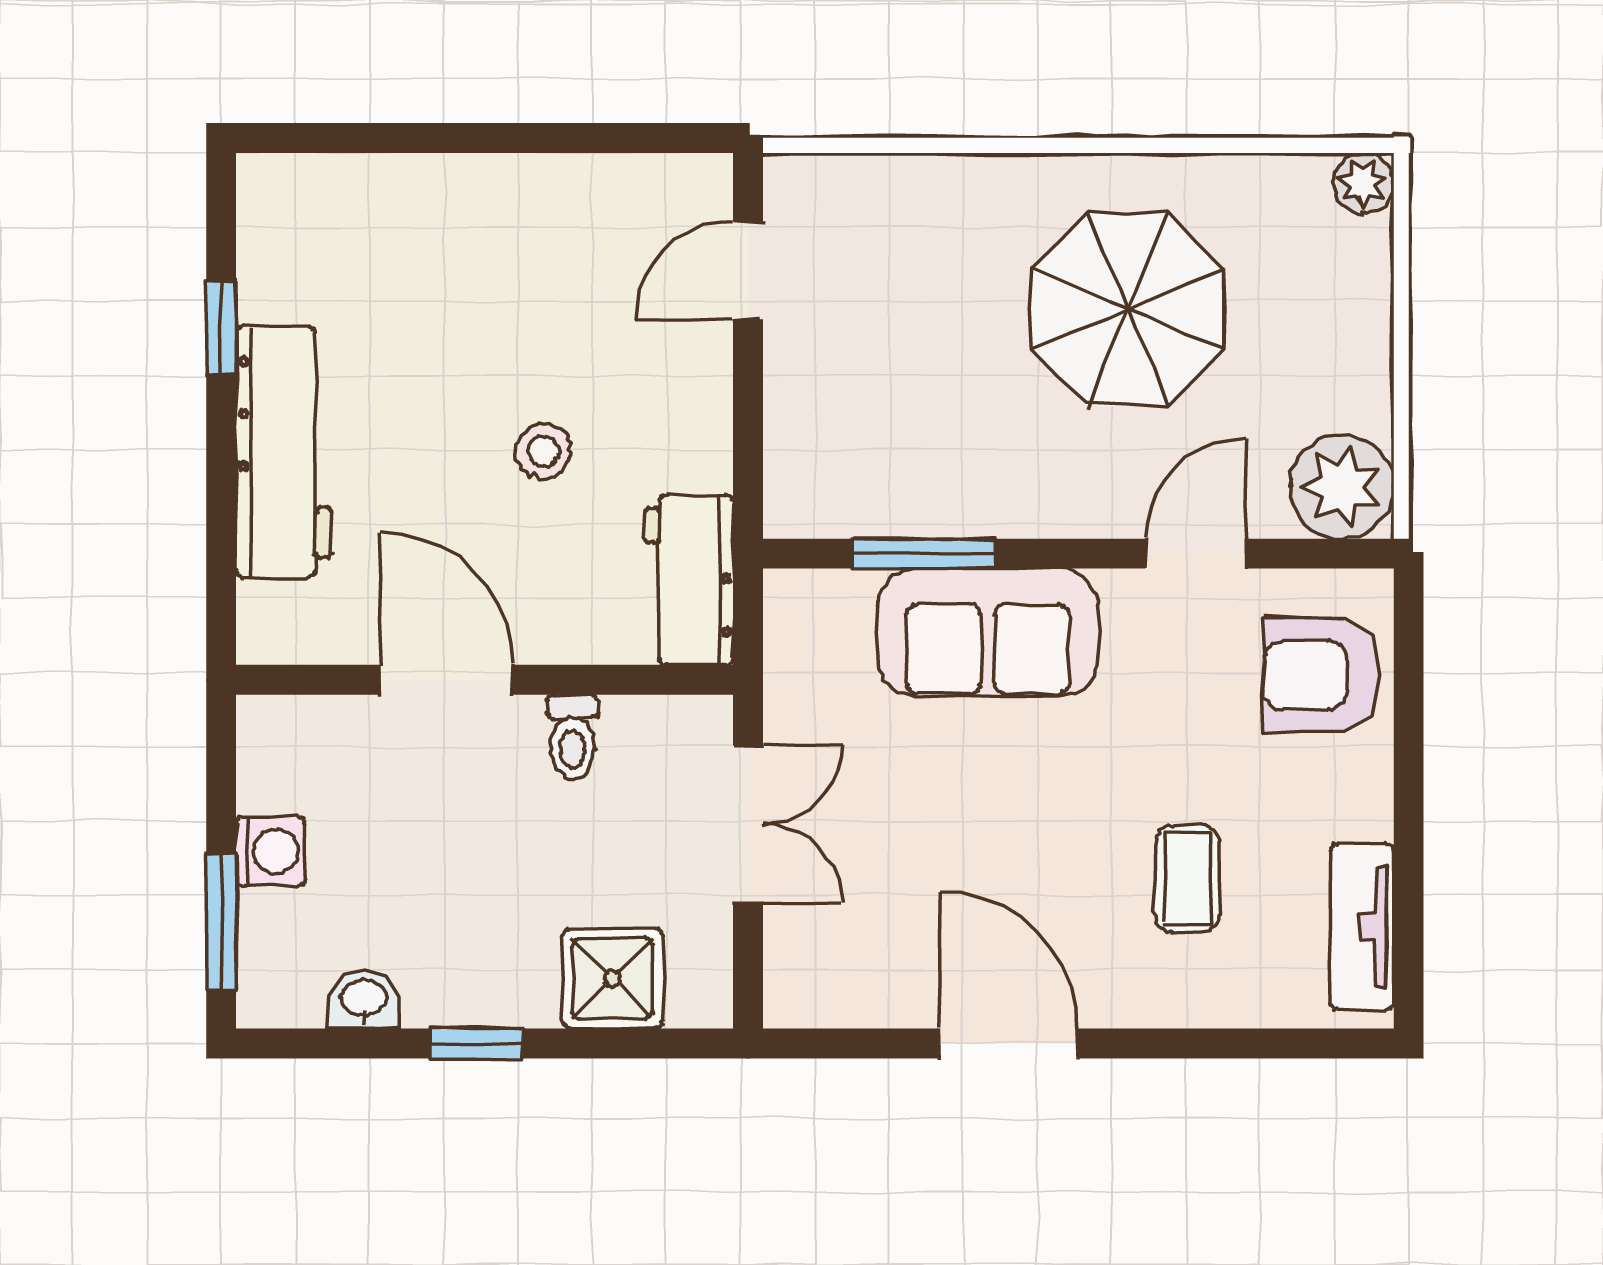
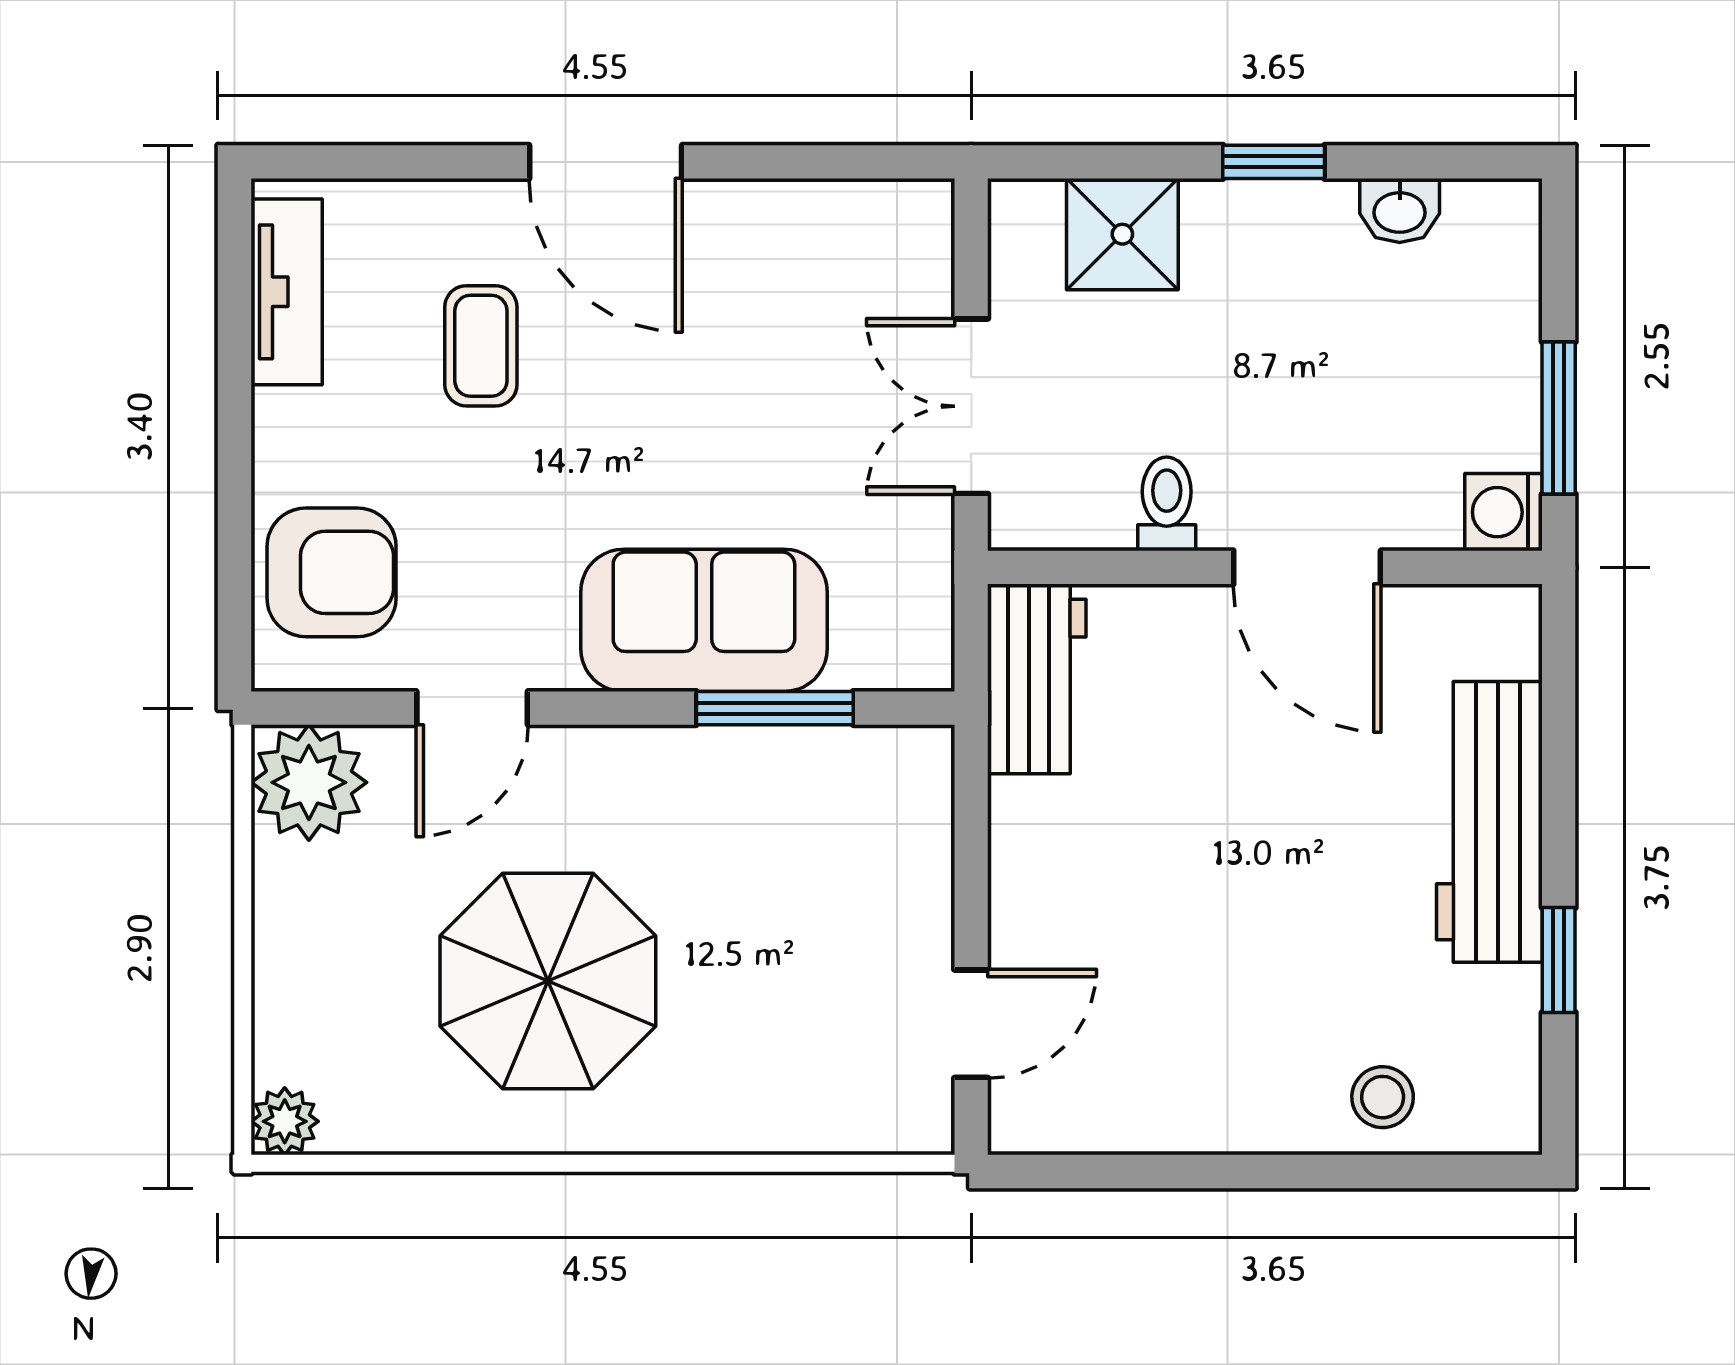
stool: (543, 451) -> (1383, 1097), moved
washing machine: (271, 852) -> (1503, 512), moved
window: (221, 922) -> (1559, 418), moved
door: (1009, 1043) -> (606, 162), moved

